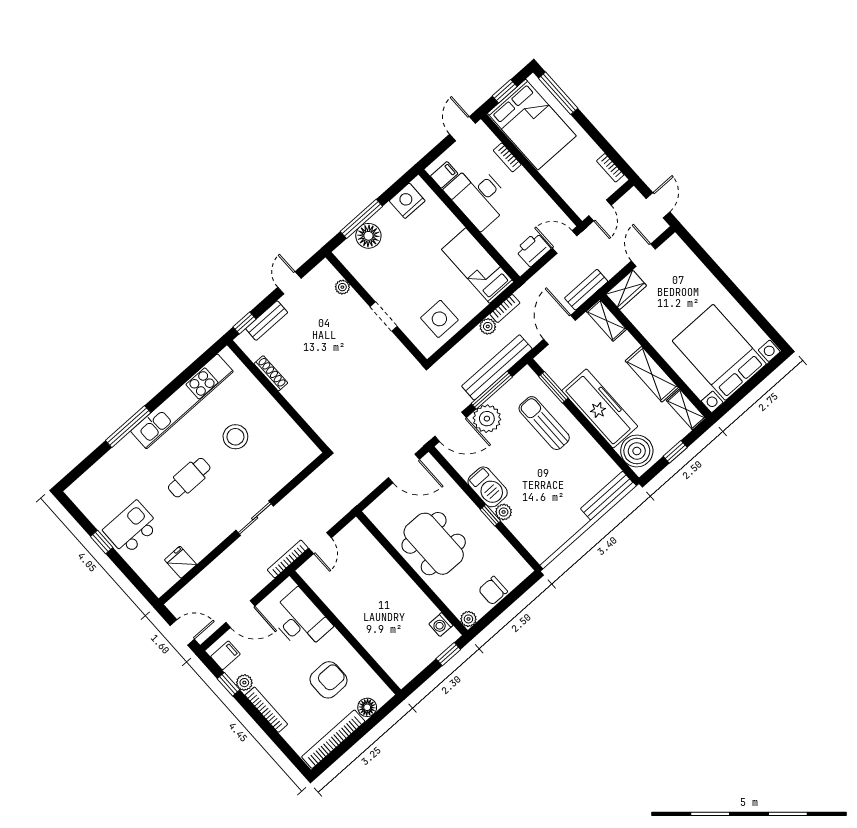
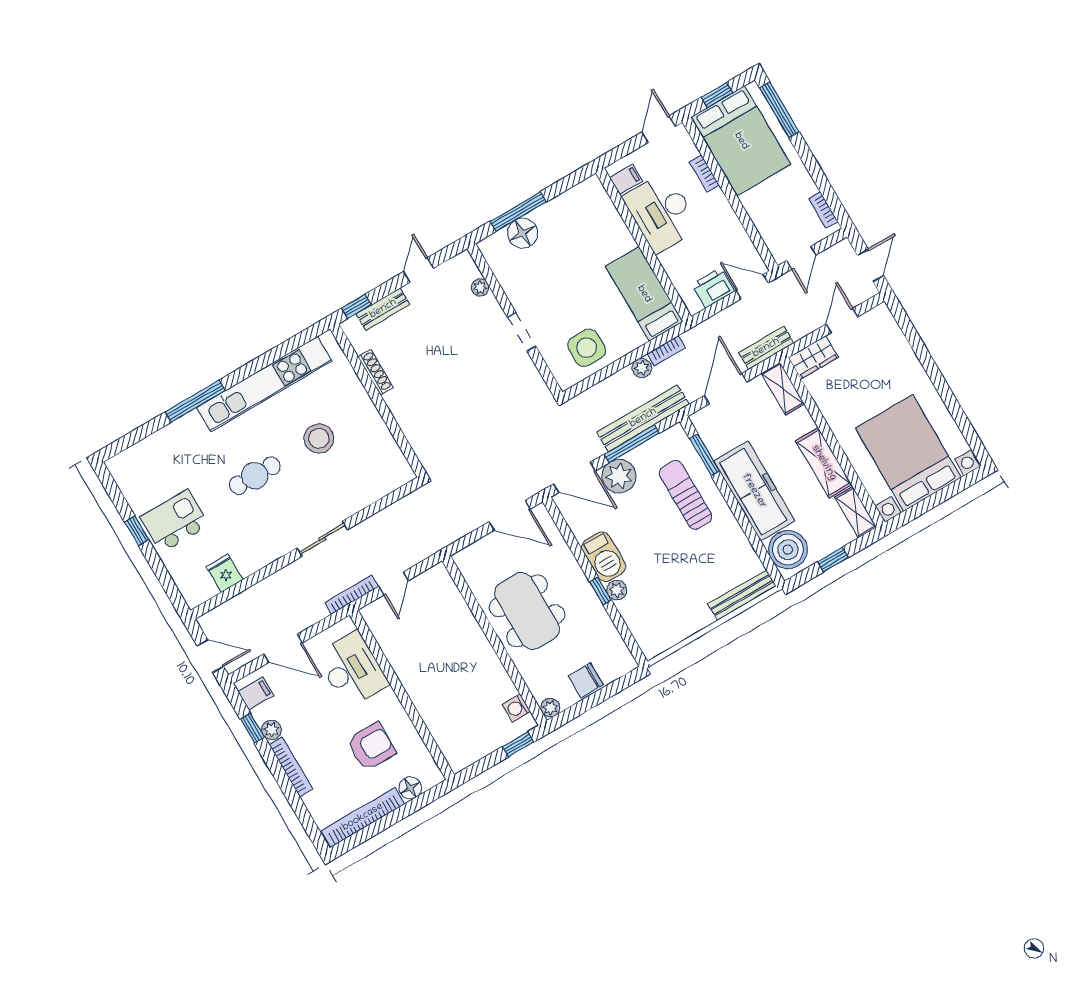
nightstand: (407, 201) -> (576, 201), removed

